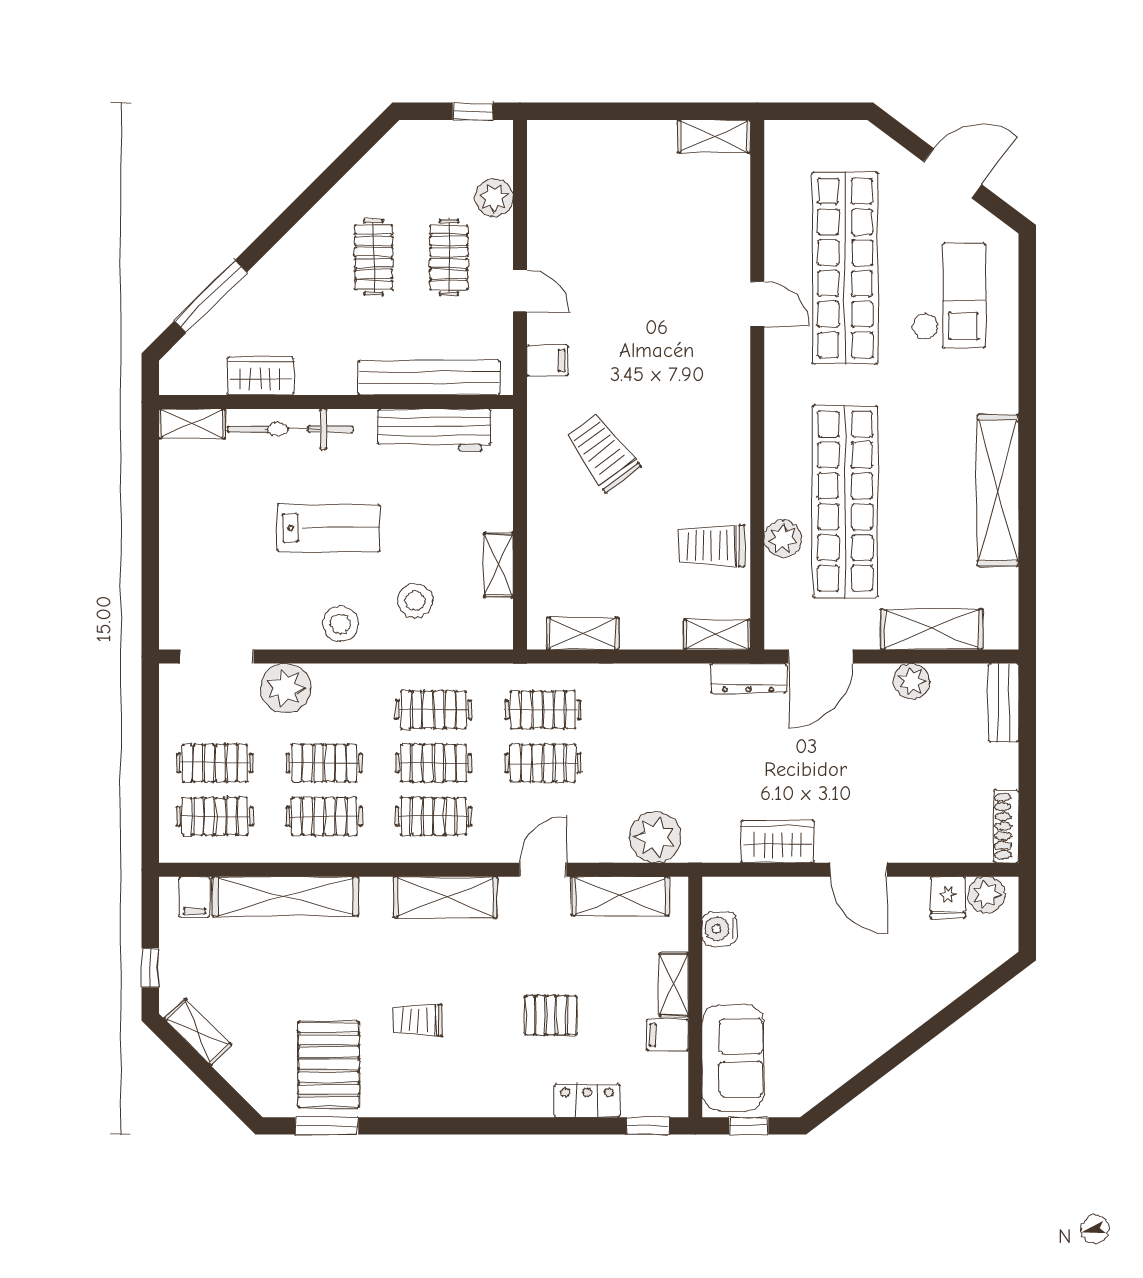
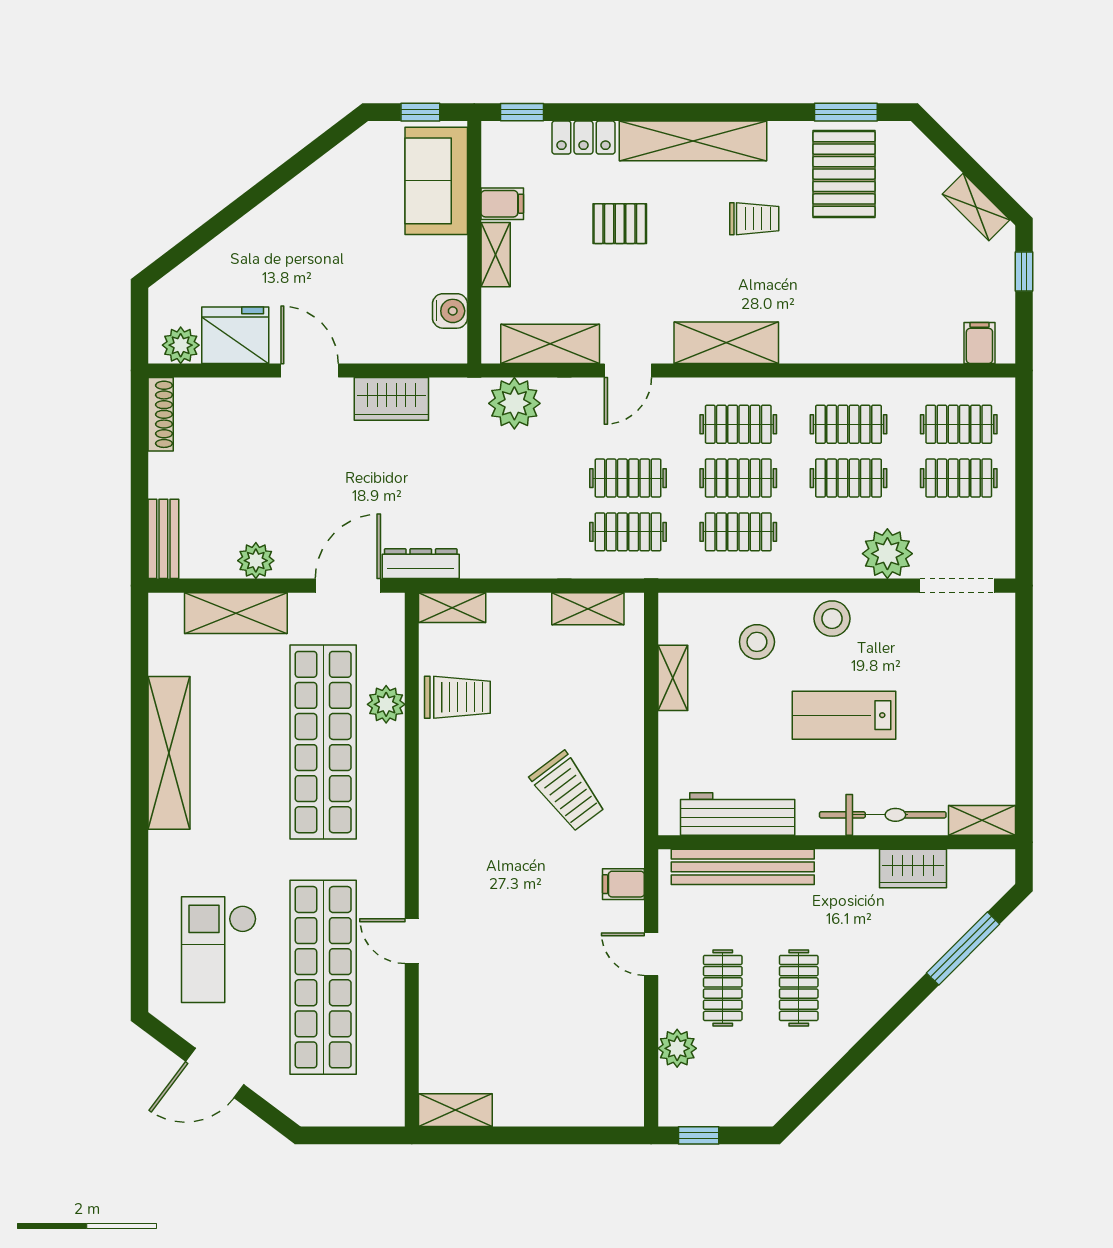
shelving: (285, 896) -> (693, 141), moved
fridge: (948, 897) -> (235, 335), width x1.88, depth x1.34

